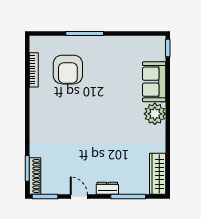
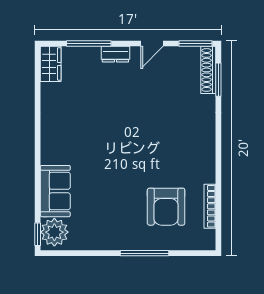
armchair: (68, 70) -> (166, 207), turned 180
plant: (155, 114) -> (54, 232), moved
wardrobe: (158, 174) -> (51, 64), width x0.67
door: (79, 197) -> (152, 44), hinge flipped

